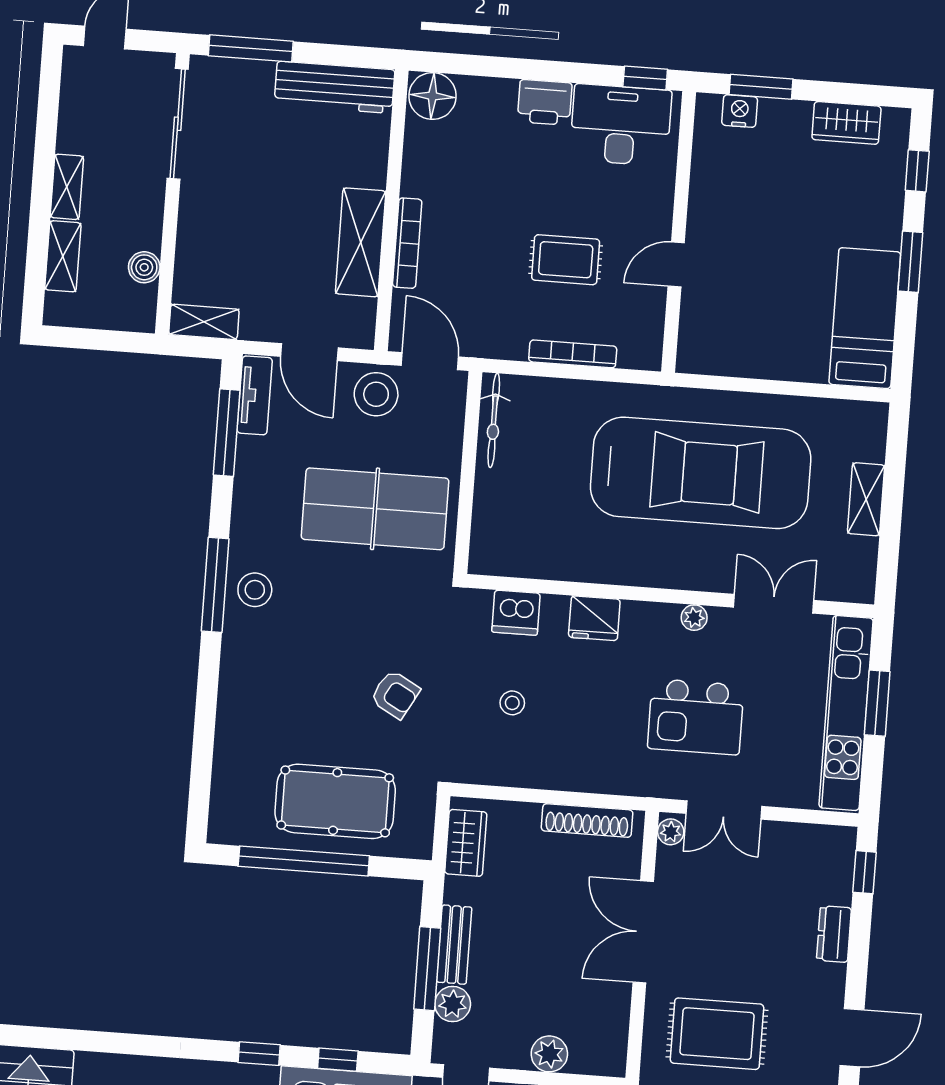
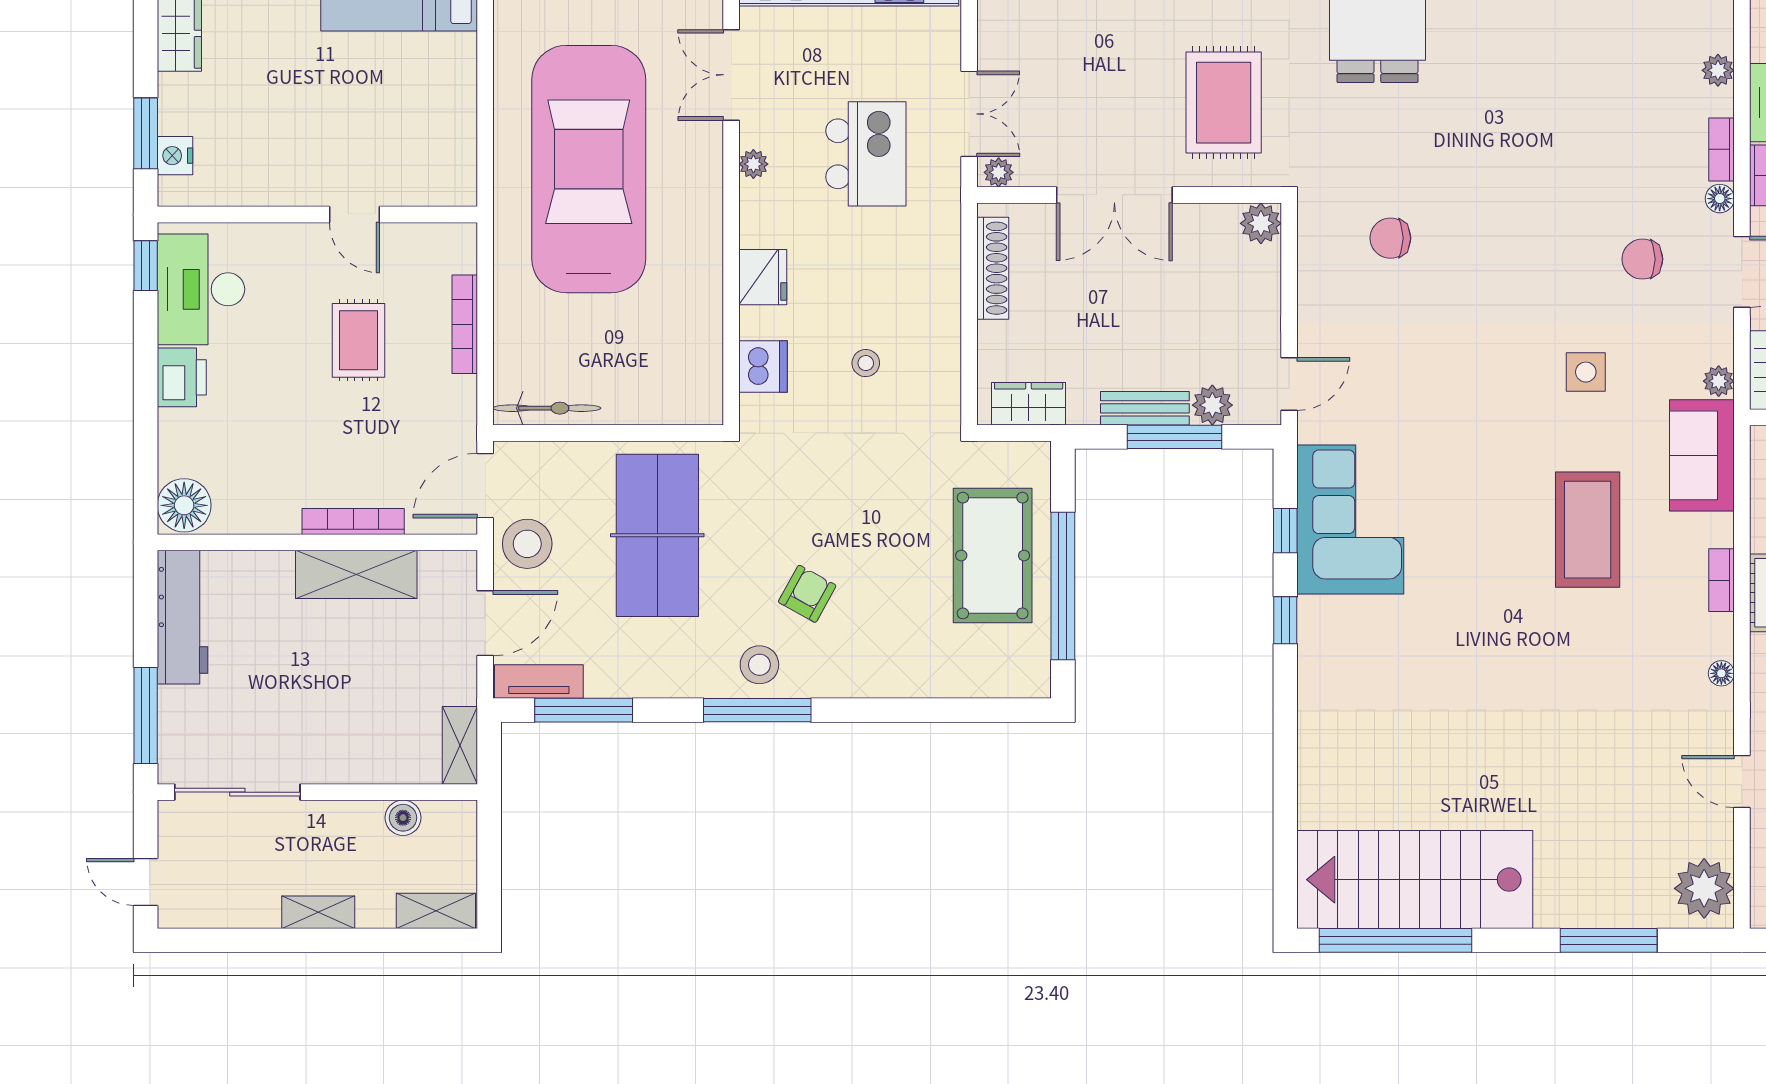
shelving: (63, 256) -> (436, 911), moved
armchair: (395, 694) -> (807, 594), moved
plant: (549, 1054) -> (1261, 223), moved

